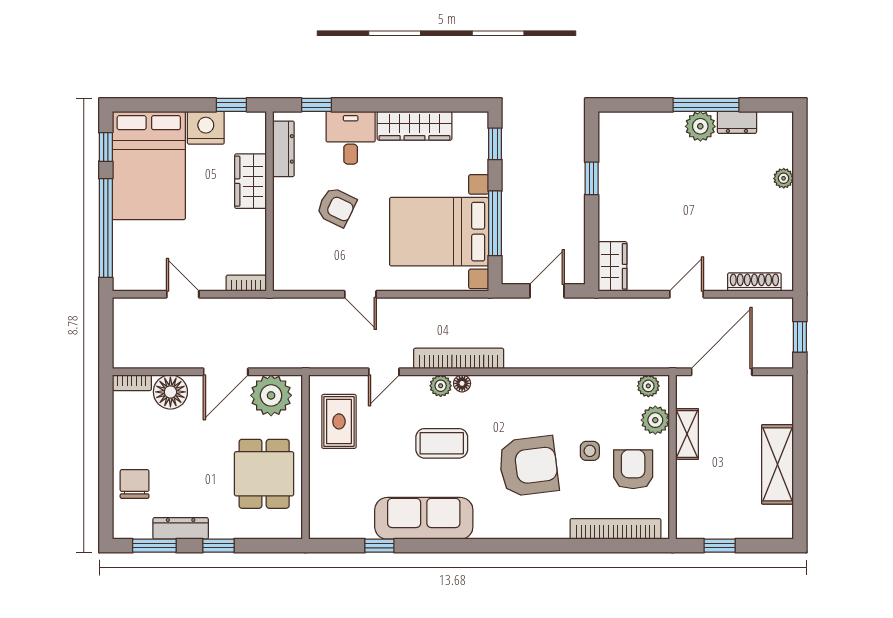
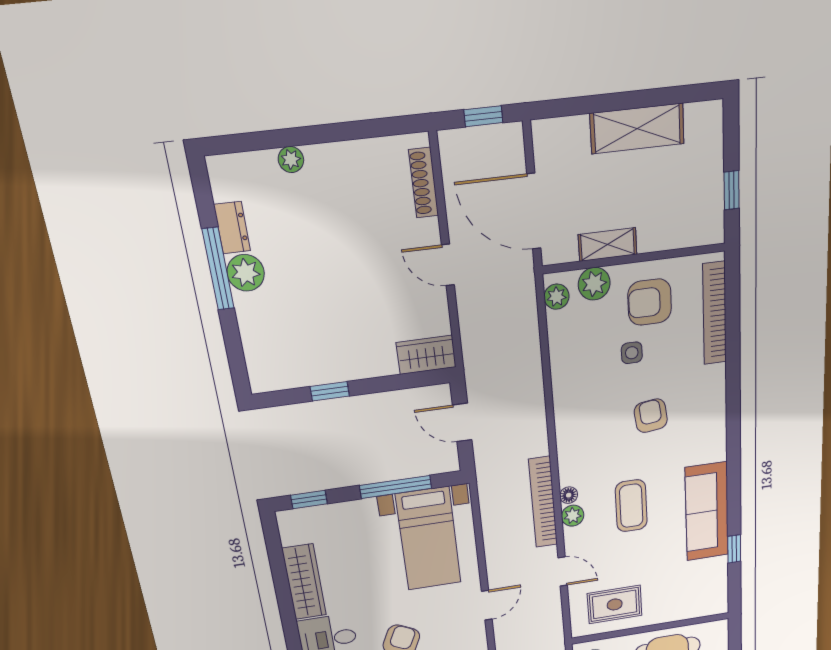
bed with nightstands: (439, 232) -> (429, 539), width x0.73
armchair: (528, 466) -> (651, 416), width x0.53, depth x0.53

